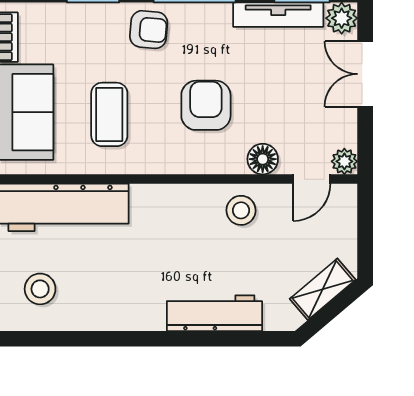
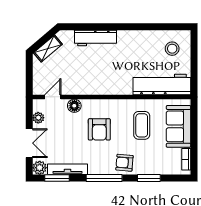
plant: (344, 161) -> (38, 118), moved
stool: (241, 210) -> (84, 83), removed

